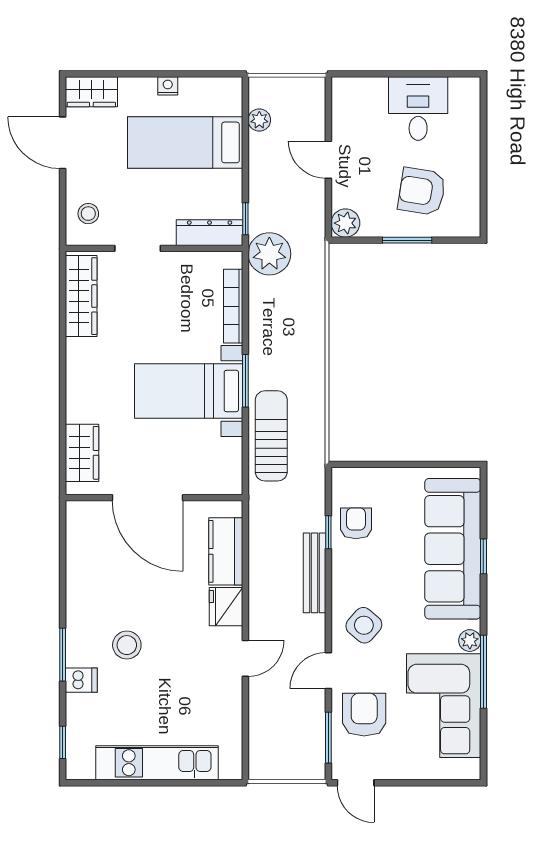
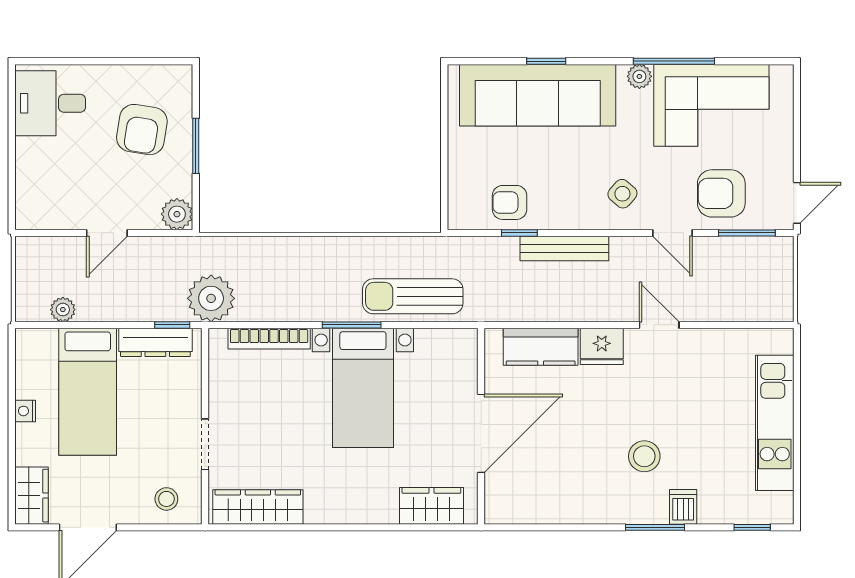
desk: (418, 109) -> (50, 103), moved
dresser: (210, 233) -> (155, 342), moved, turned -90
side table: (364, 625) -> (622, 194), width x0.73, depth x0.73

